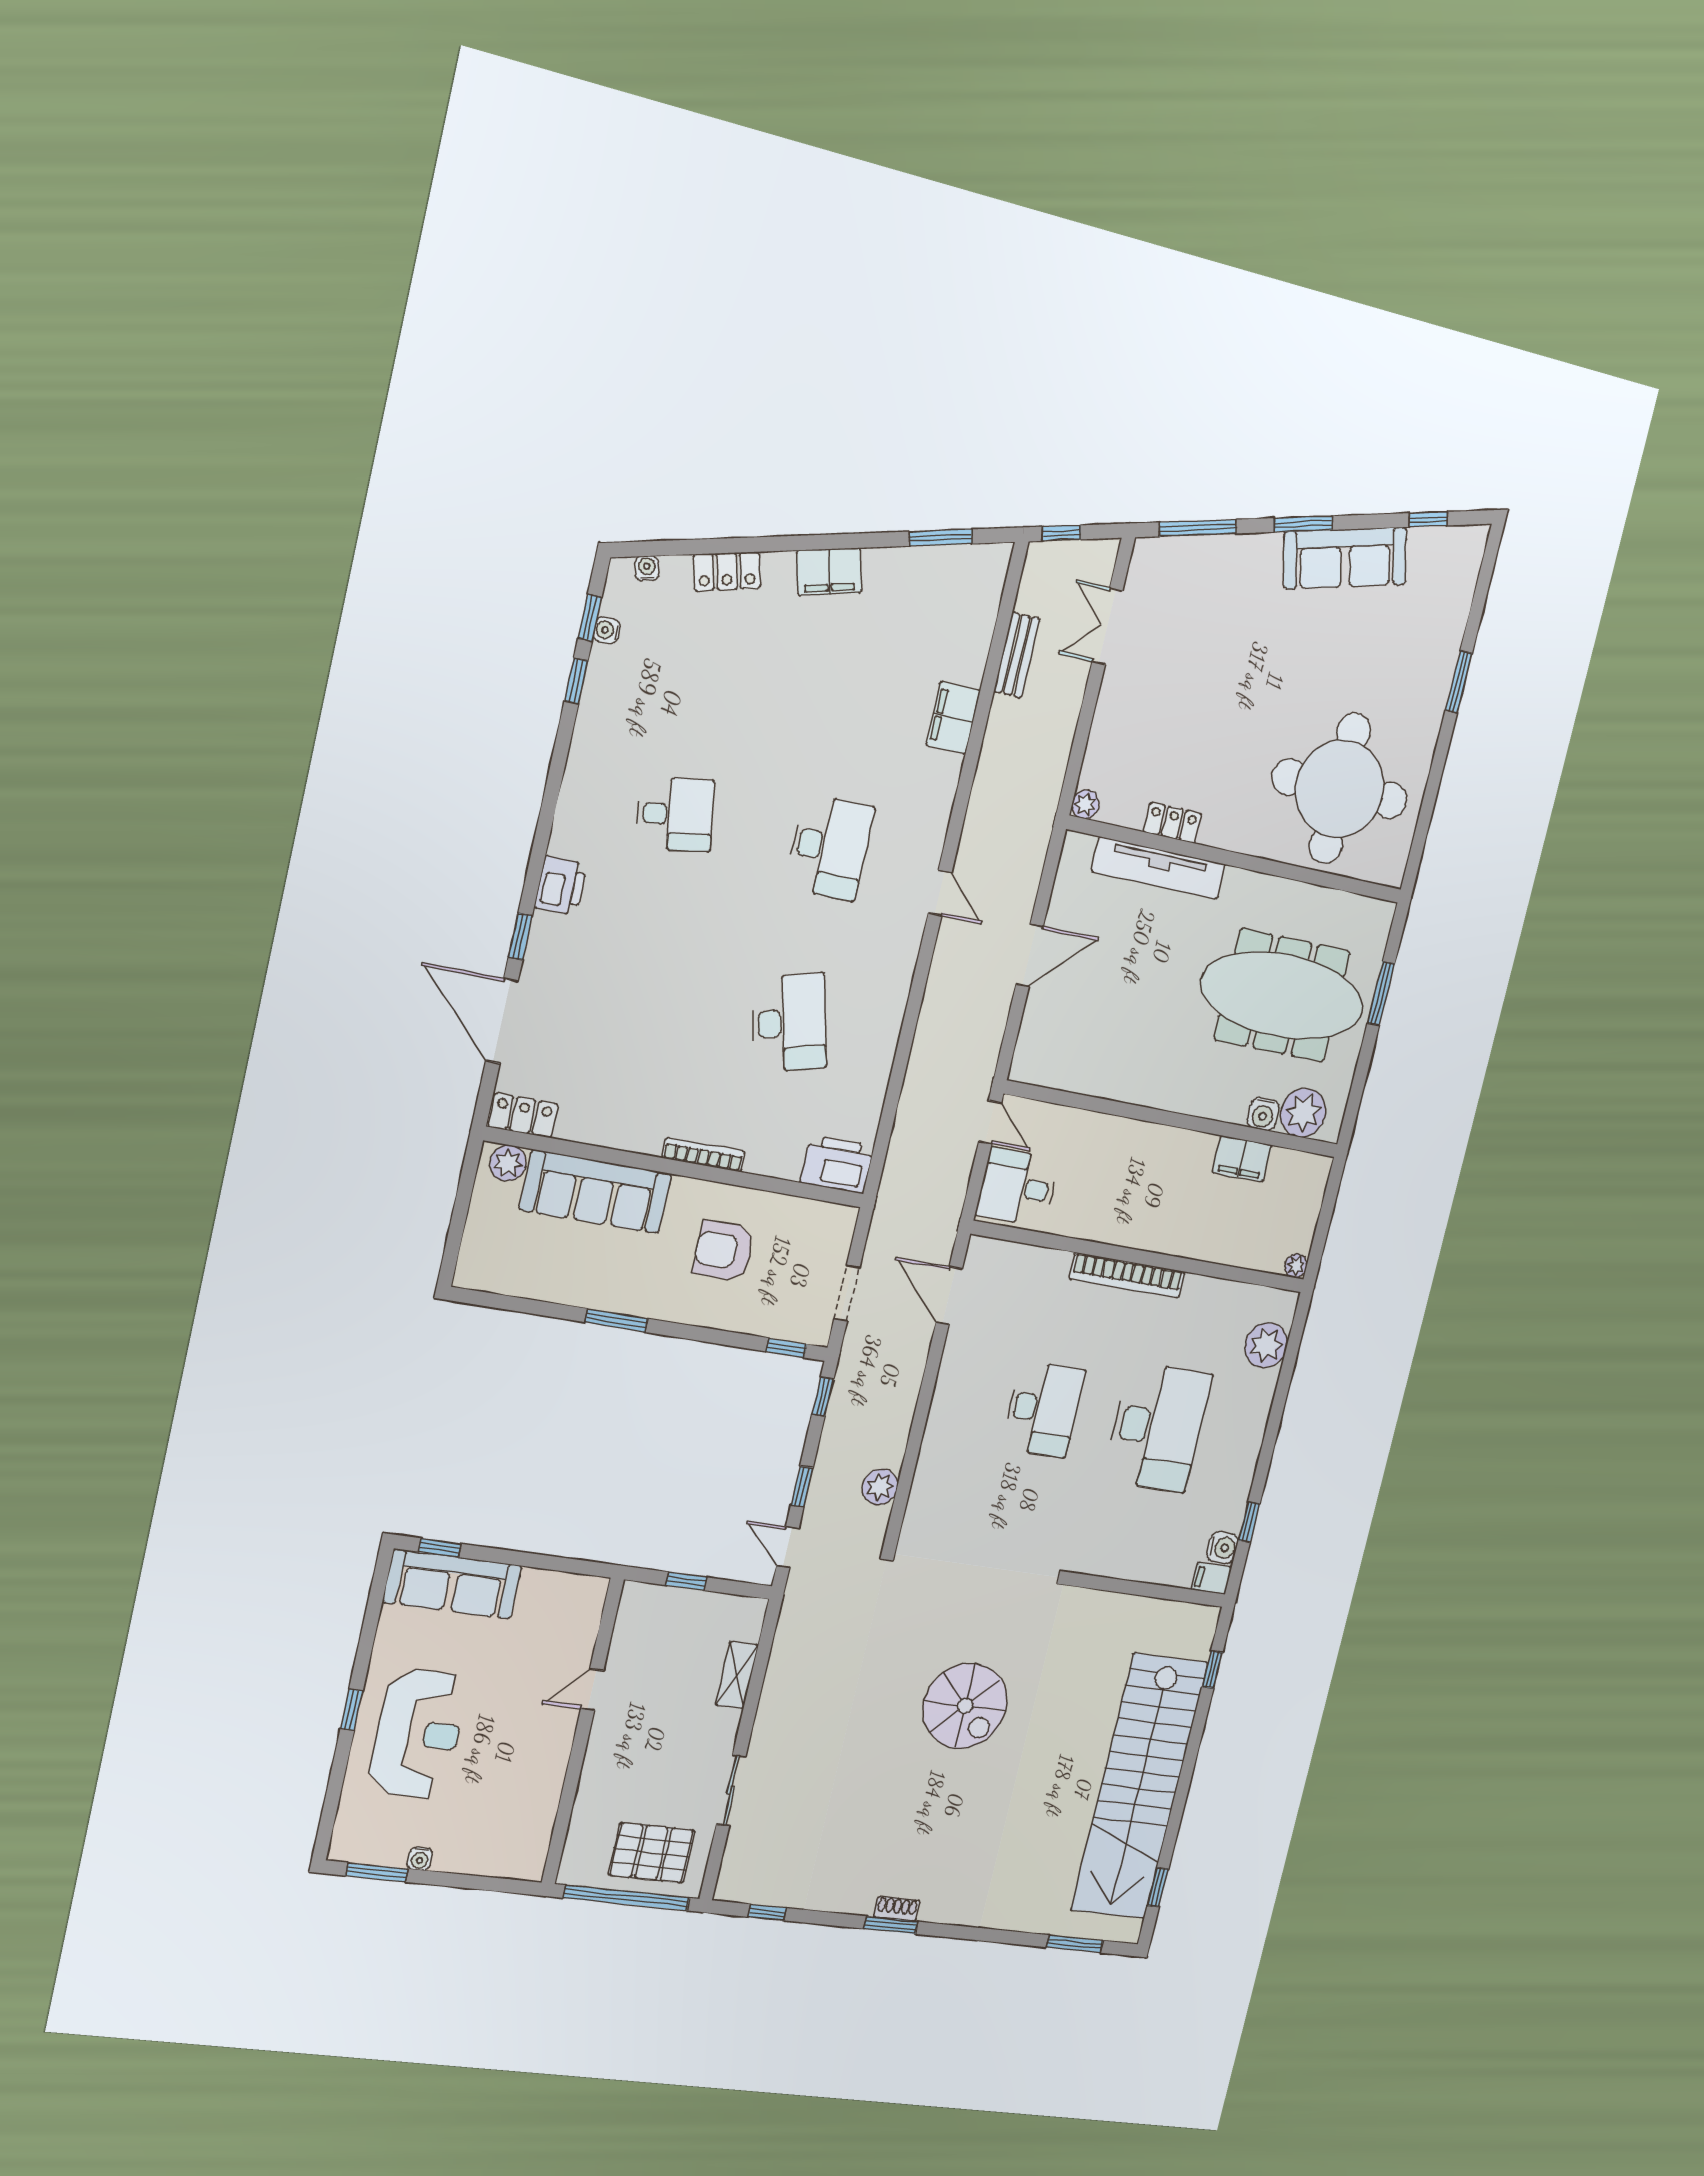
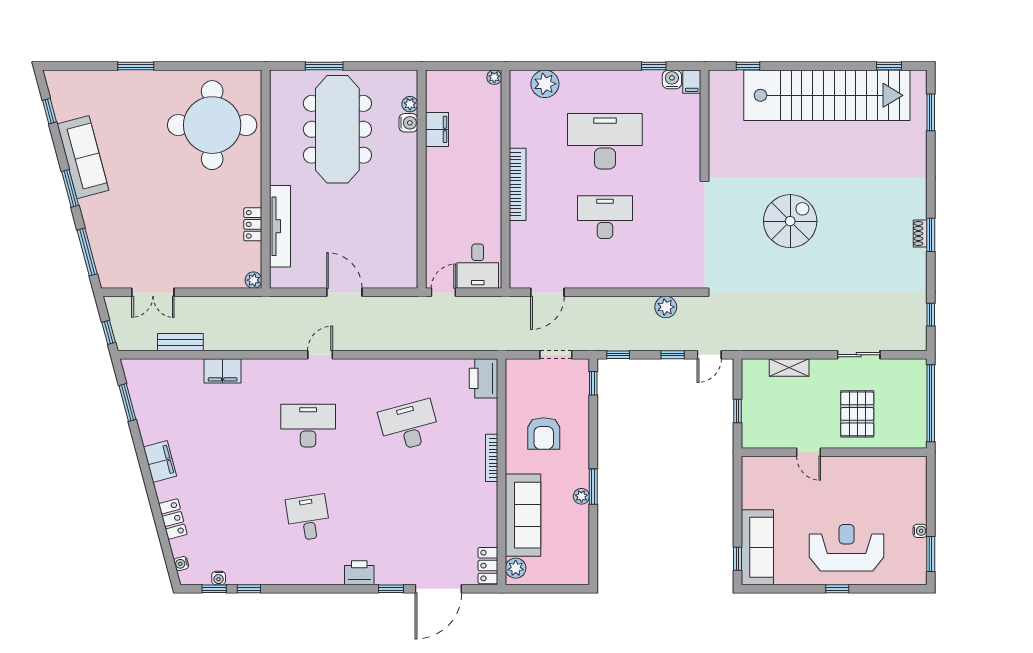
plant: (1303, 1113) -> (410, 104), width x0.53, depth x0.53
plant: (605, 1297) -> (581, 496), added
pallet: (652, 1853) -> (857, 414), moved

